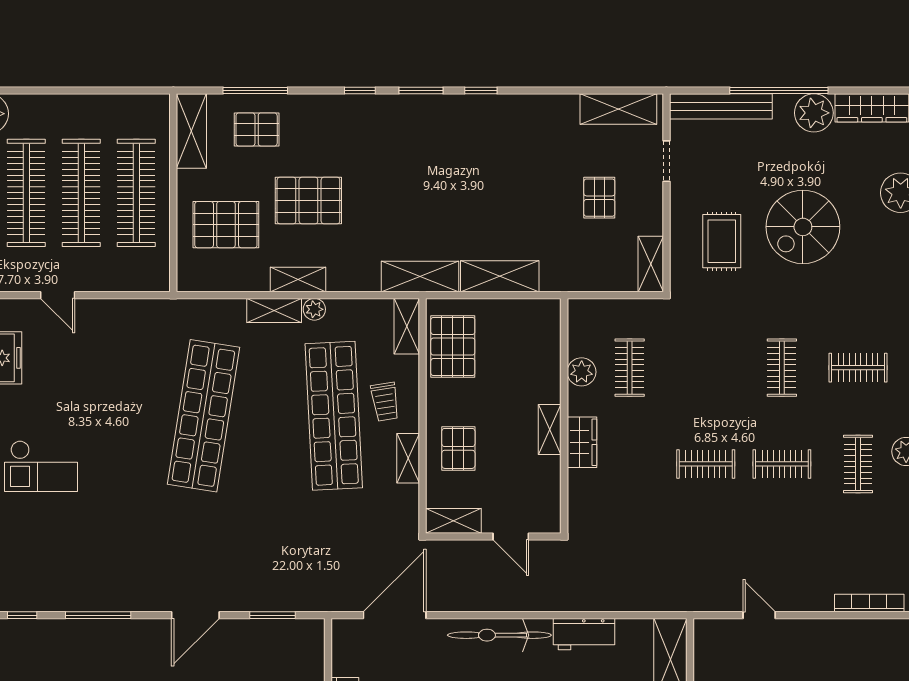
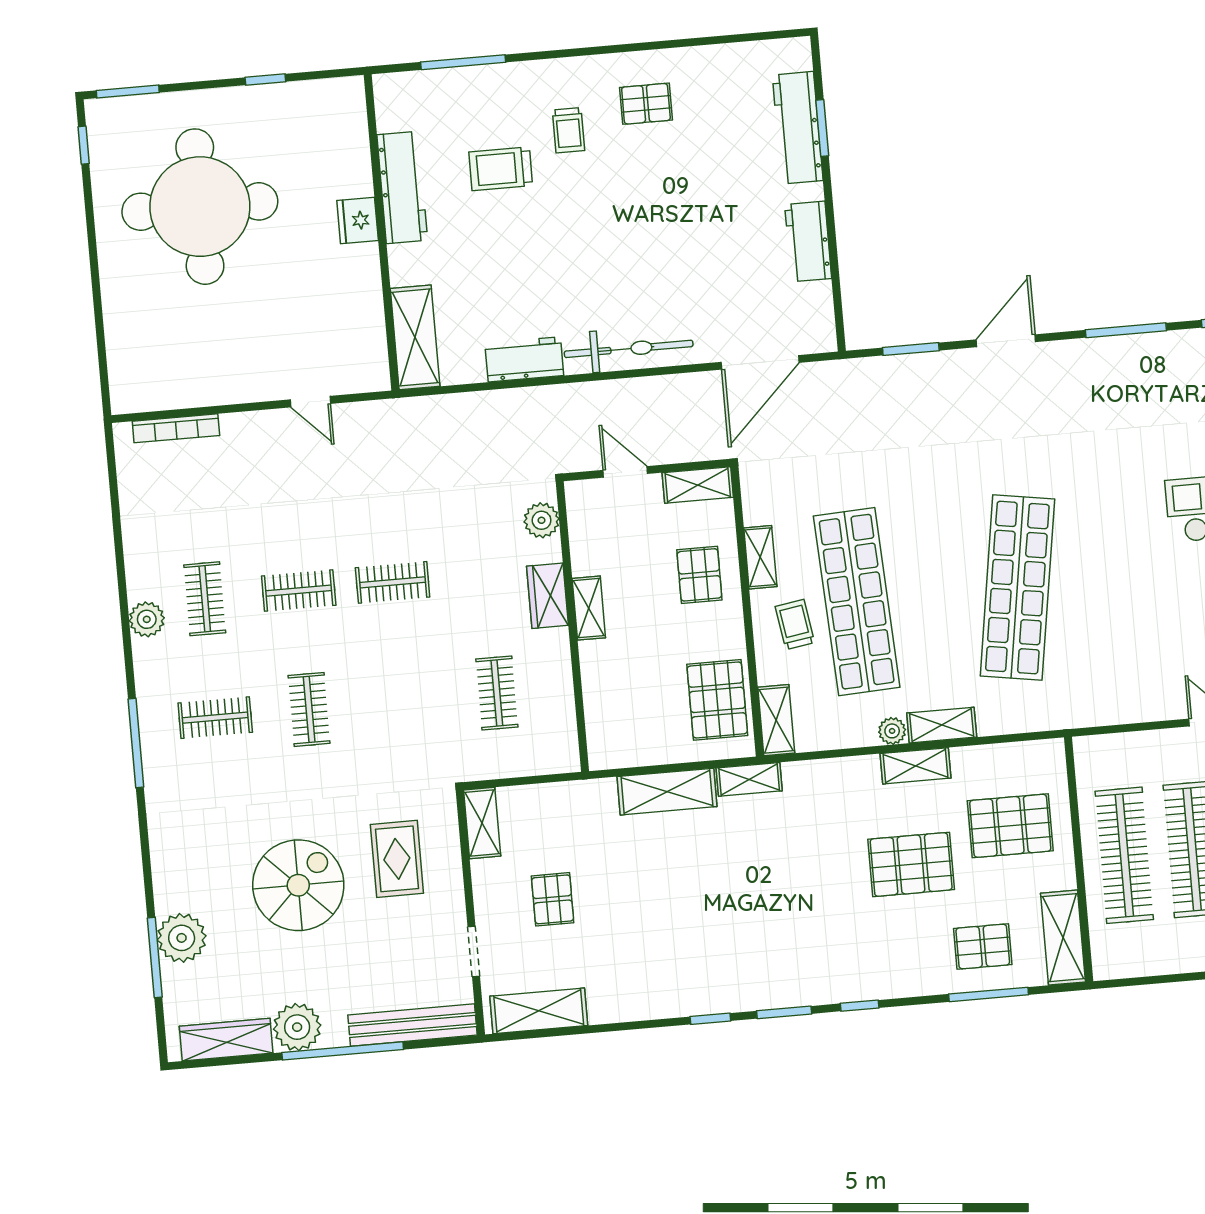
shelving: (420, 277) -> (749, 779), width x0.67, depth x0.75
plant: (582, 372) -> (542, 520), moved

